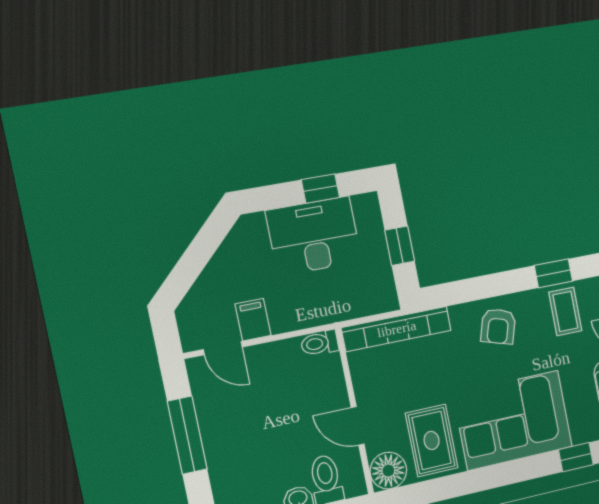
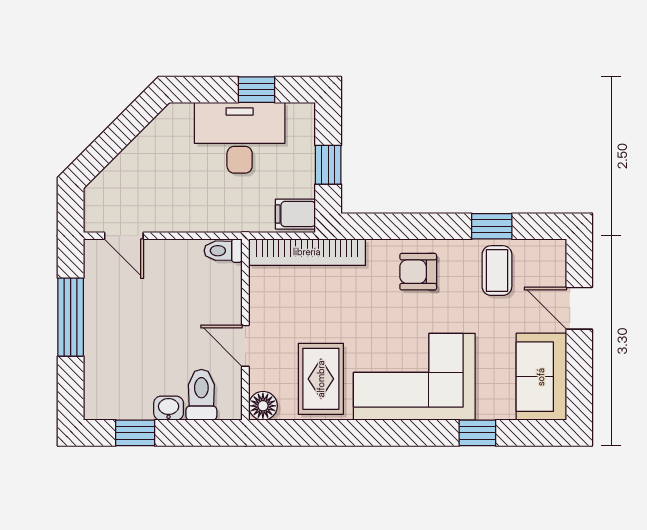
filing cabinet: (253, 320) -> (295, 214), moved, turned -90
armchair: (498, 326) -> (418, 272), turned 73
floor lamp: (388, 471) -> (263, 406), width x0.73, depth x0.73

